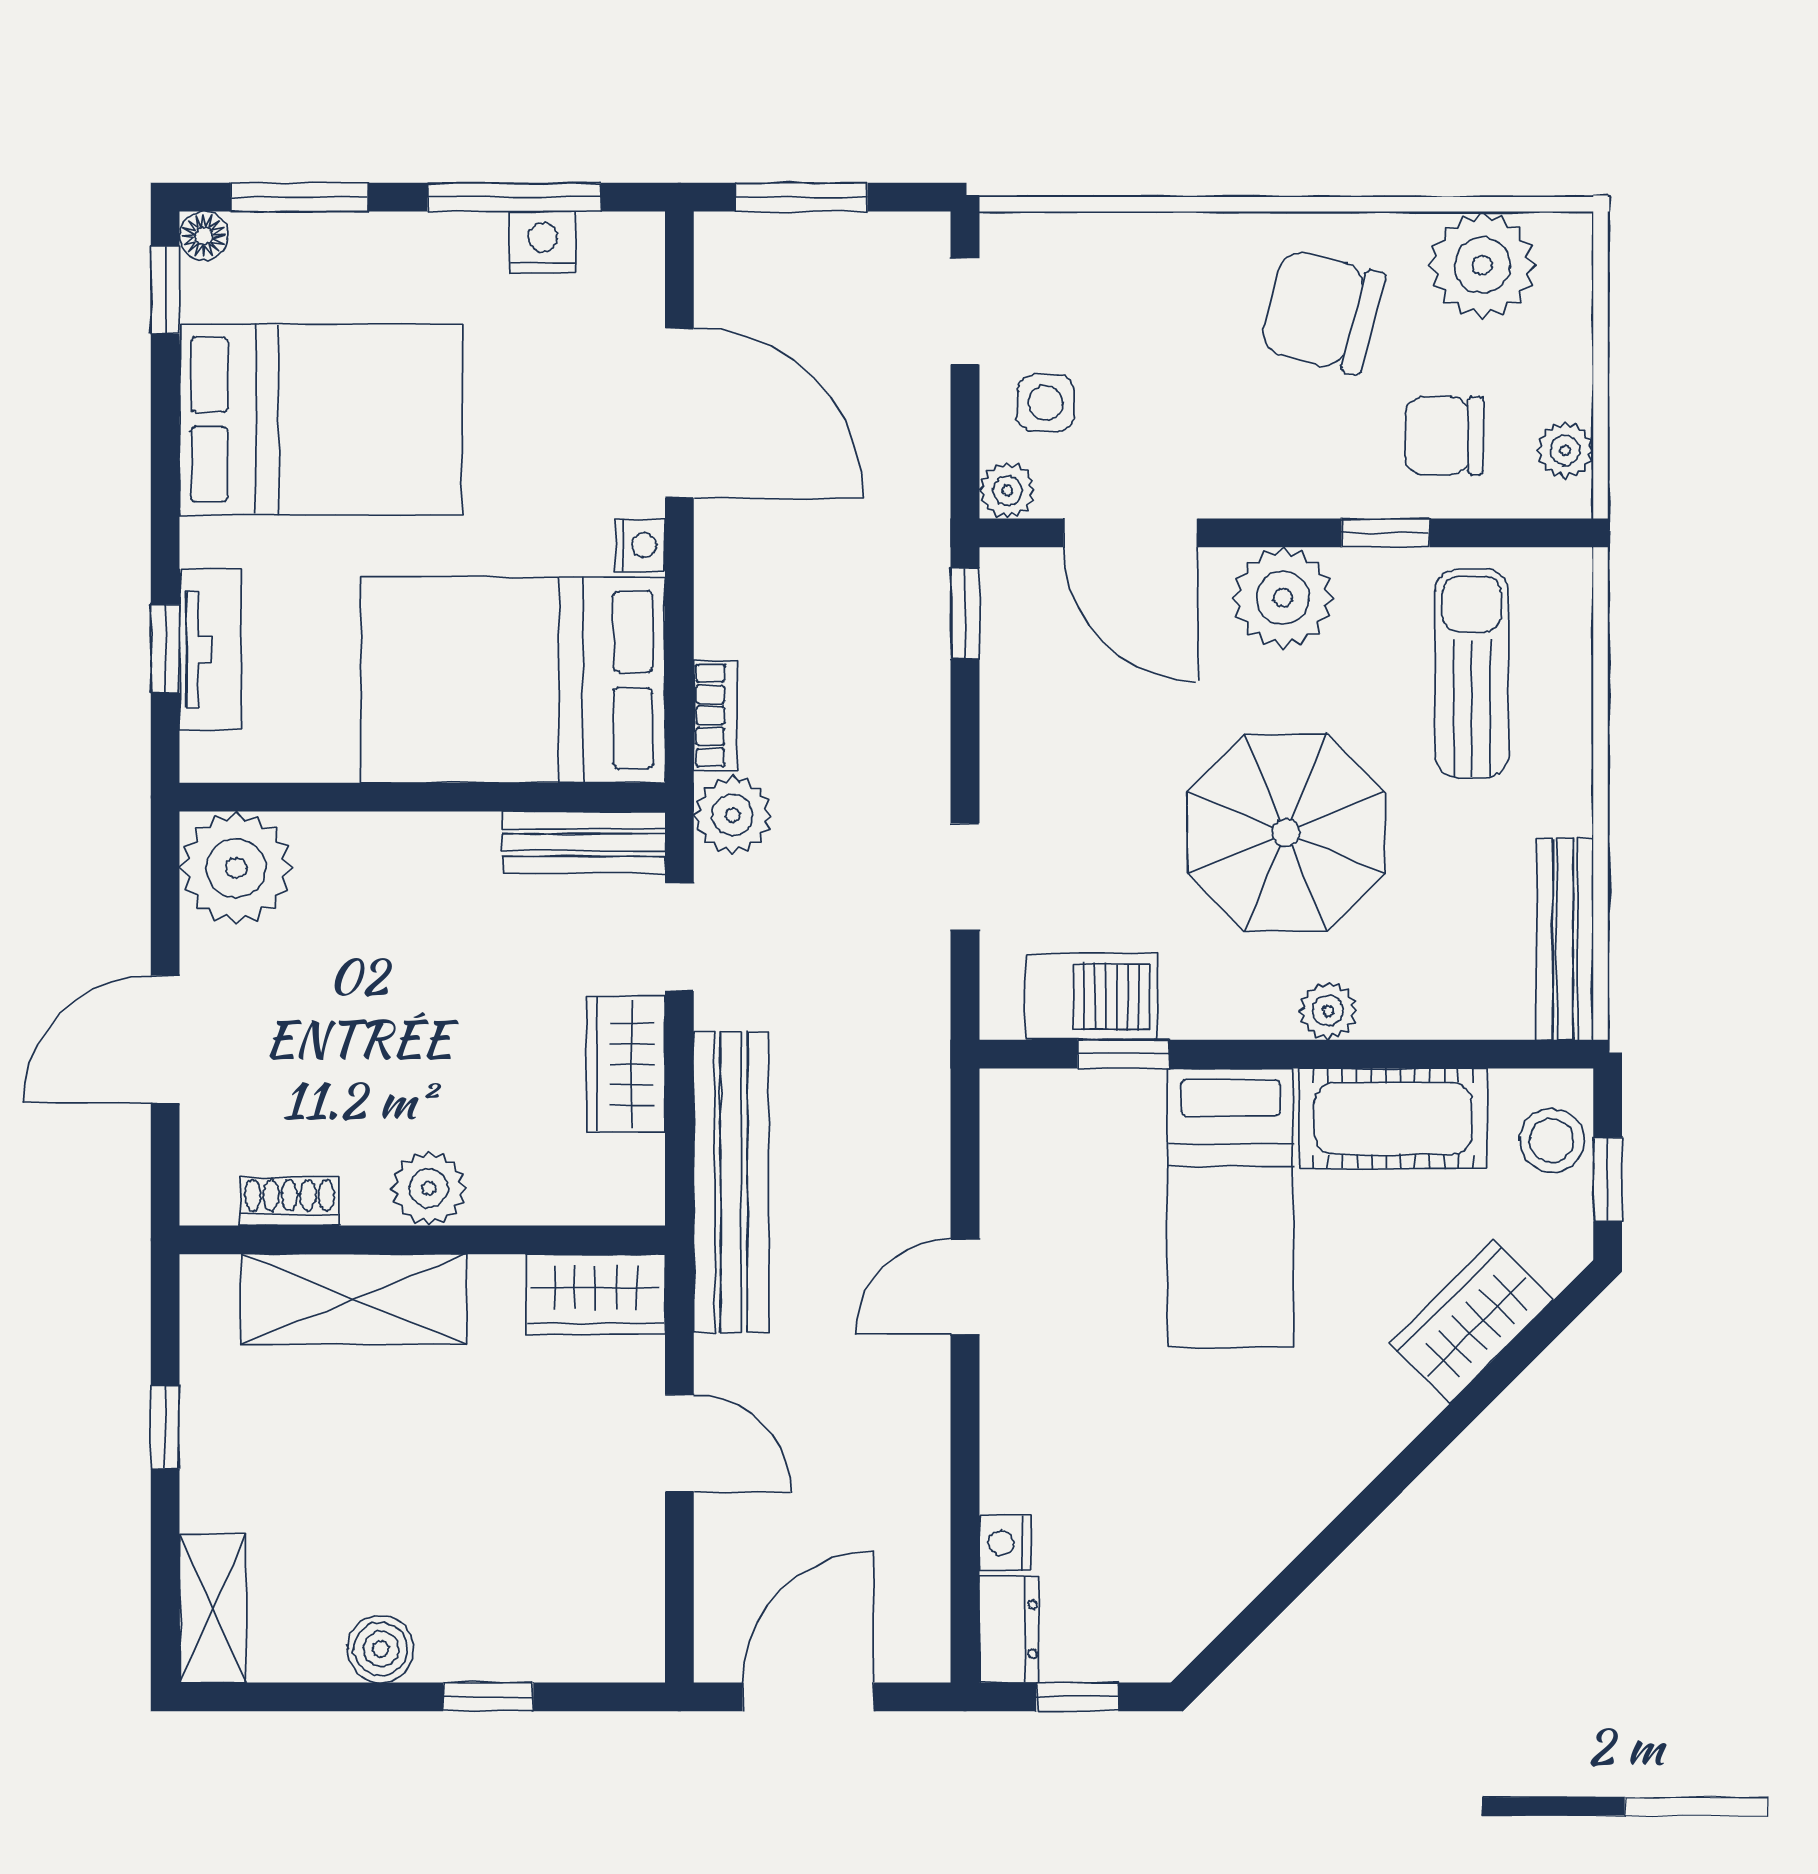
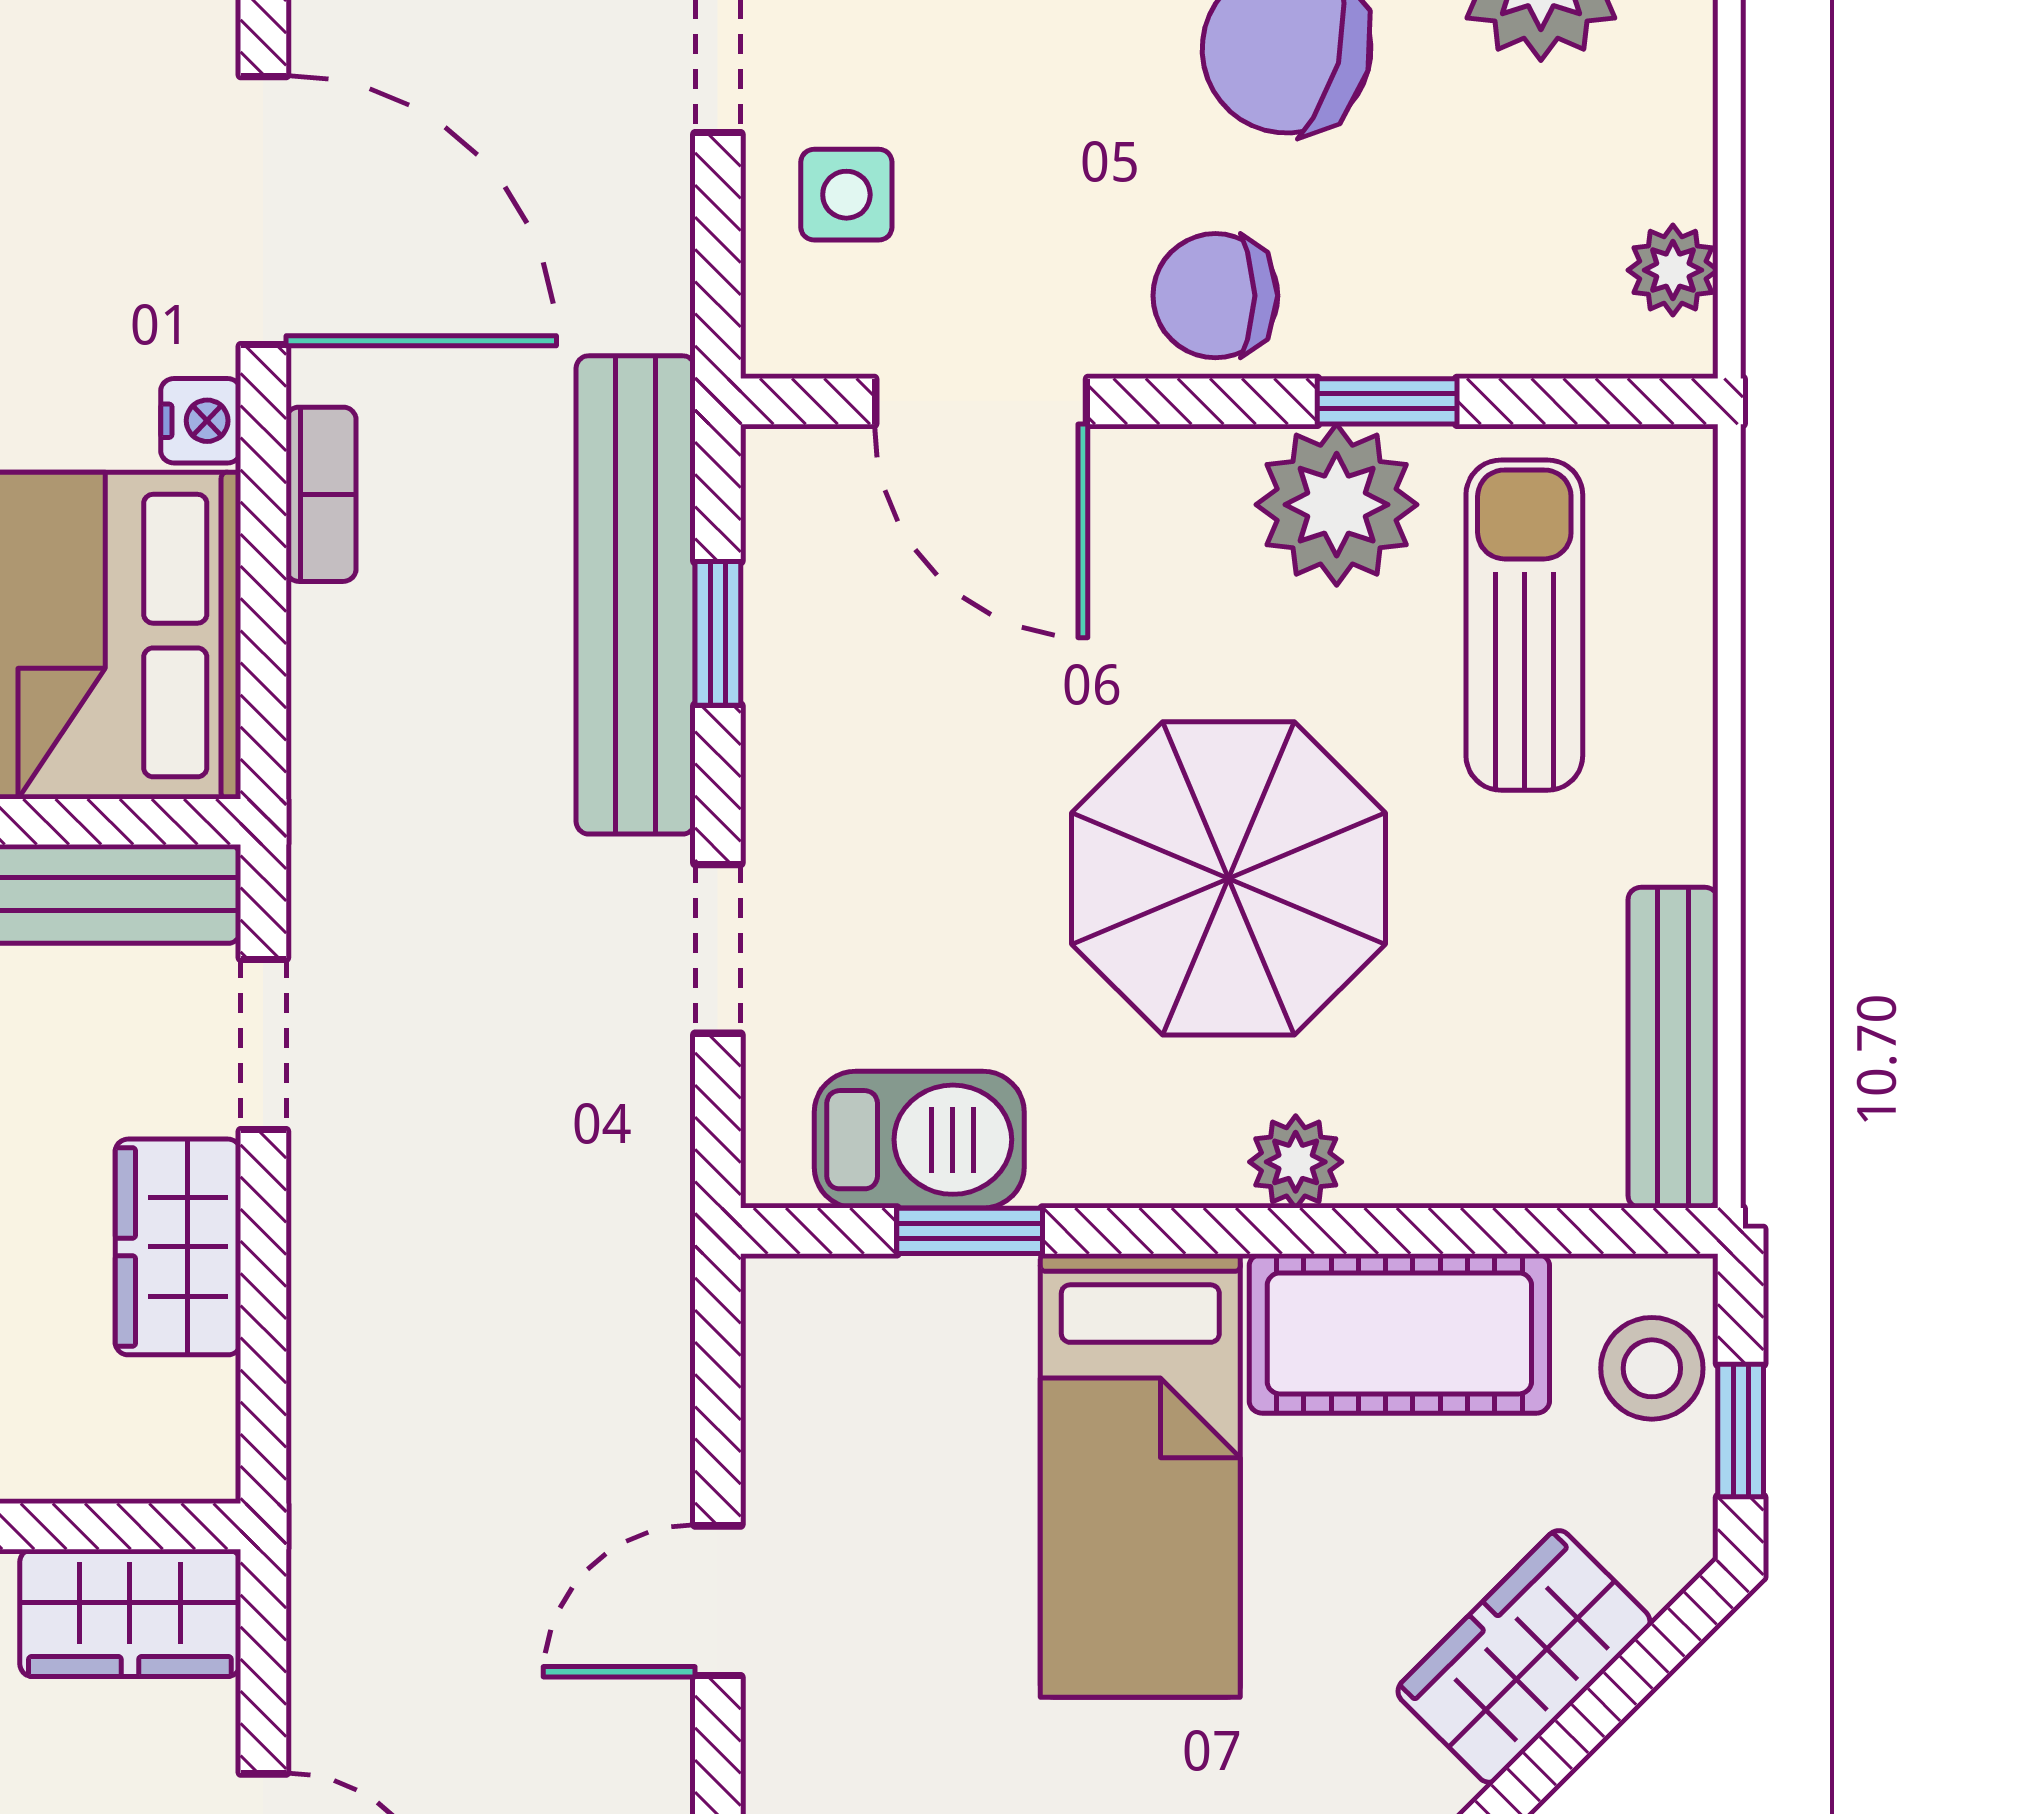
chair: (1444, 436) -> (1215, 296), moved
plant: (1007, 490) -> (785, 334), removed
plant: (1283, 598) -> (1337, 505), moved
window: (965, 613) -> (718, 633), moved
bookcase: (716, 715) -> (321, 494), moved
plant: (733, 815) -> (348, 850), removed
bench: (731, 1182) -> (636, 595), moved

